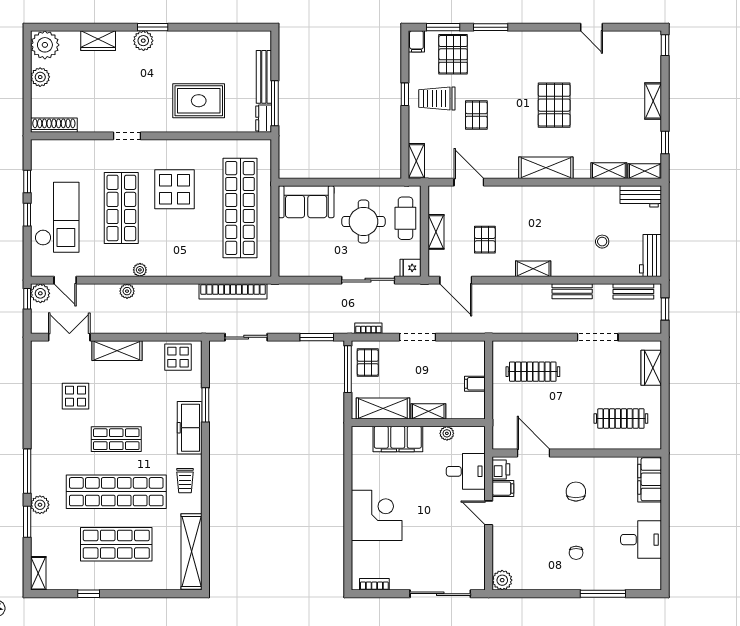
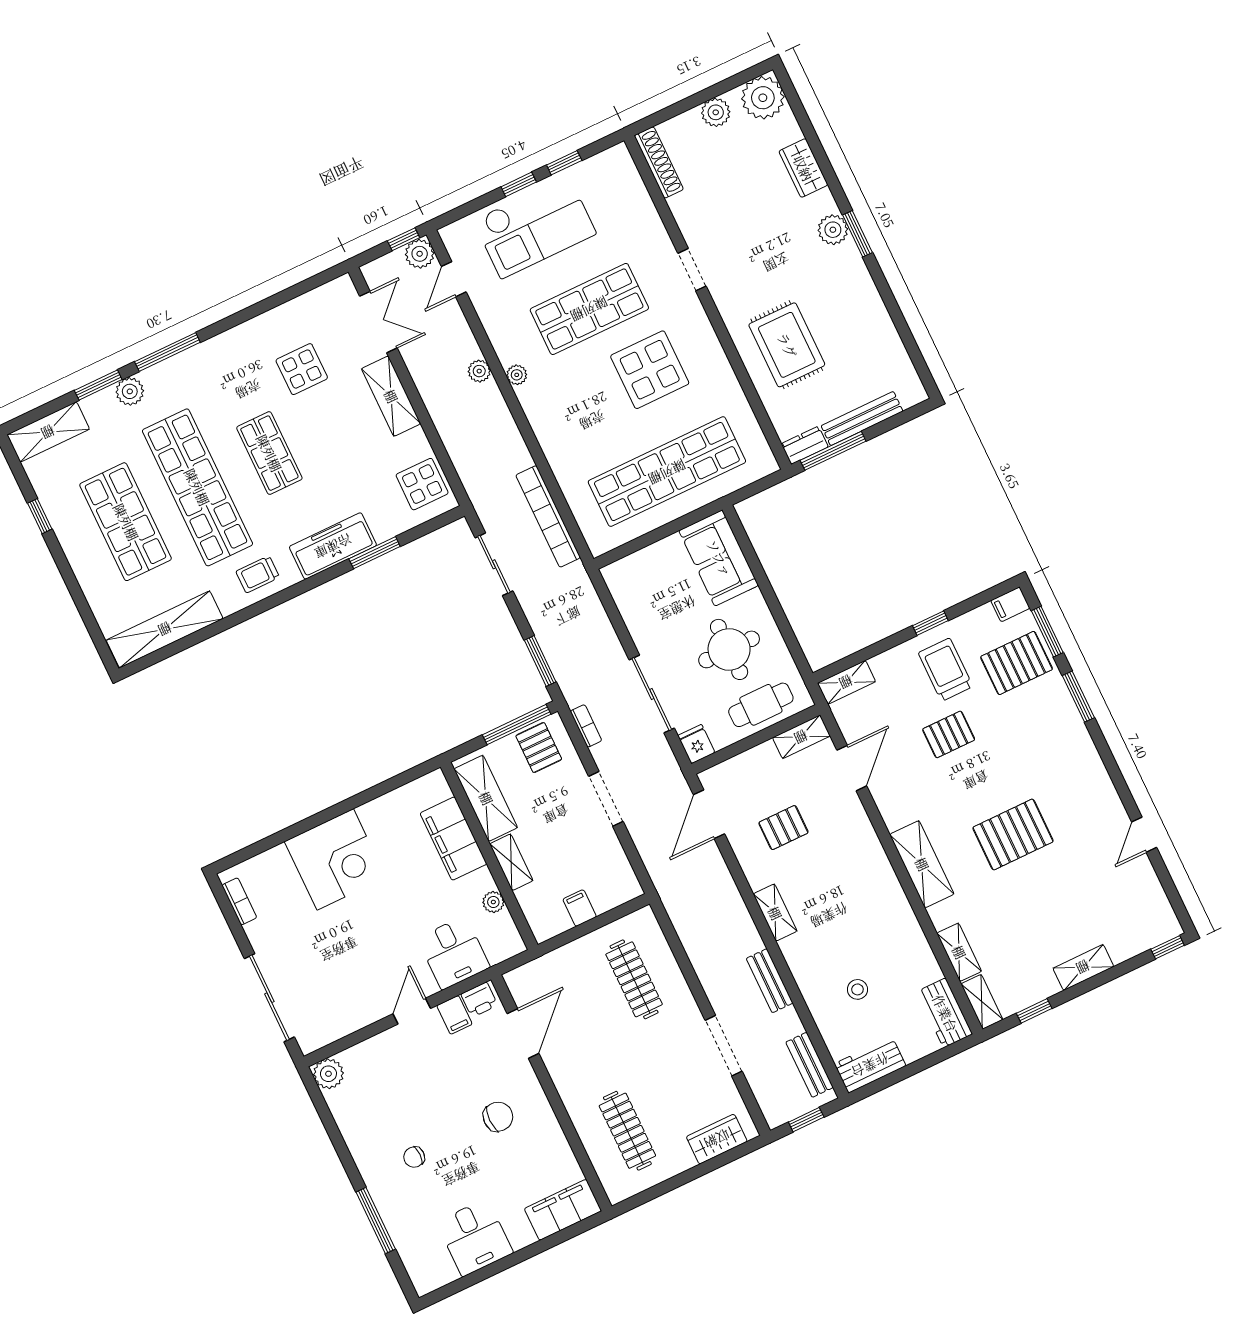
shelving: (436, 232) -> (801, 737), moved
pallet: (368, 363) -> (539, 748), turned 90
shelving: (38, 573) -> (48, 432), width x1.50, depth x1.33

